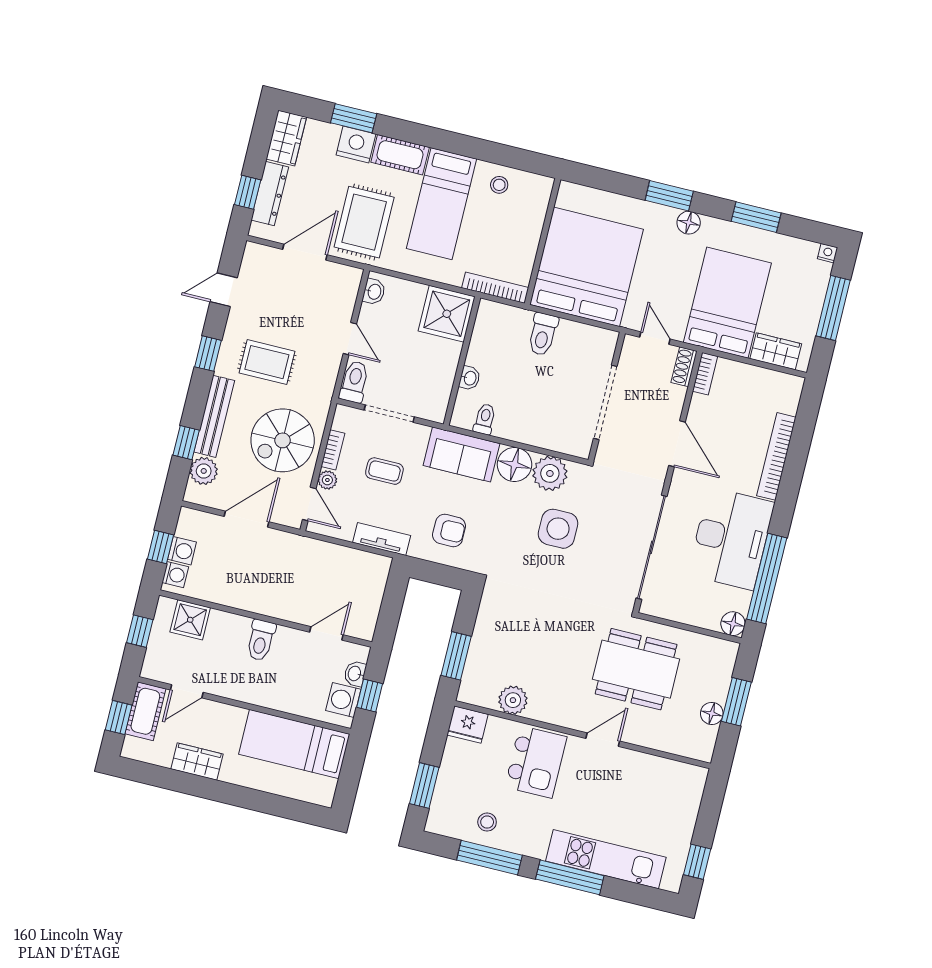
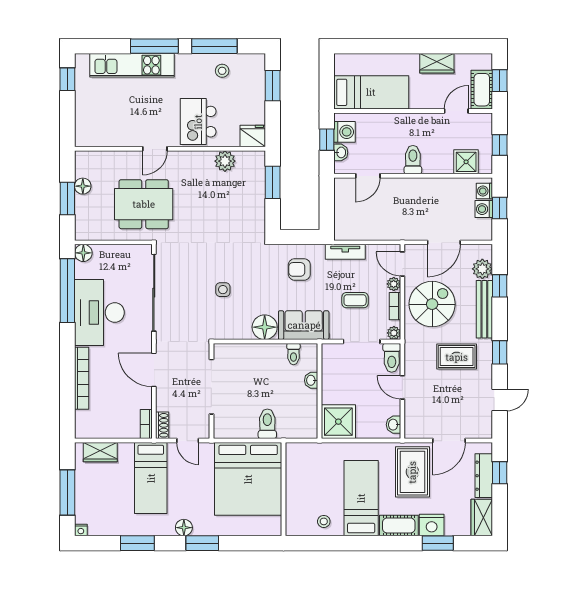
bookcase: (495, 288) -> (309, 448), removed
bed: (727, 303) -> (151, 478), width x0.67
plant: (550, 473) -> (394, 333), moved, width x0.53, depth x0.53
side table: (558, 529) -> (223, 290), width x0.54, depth x0.54

